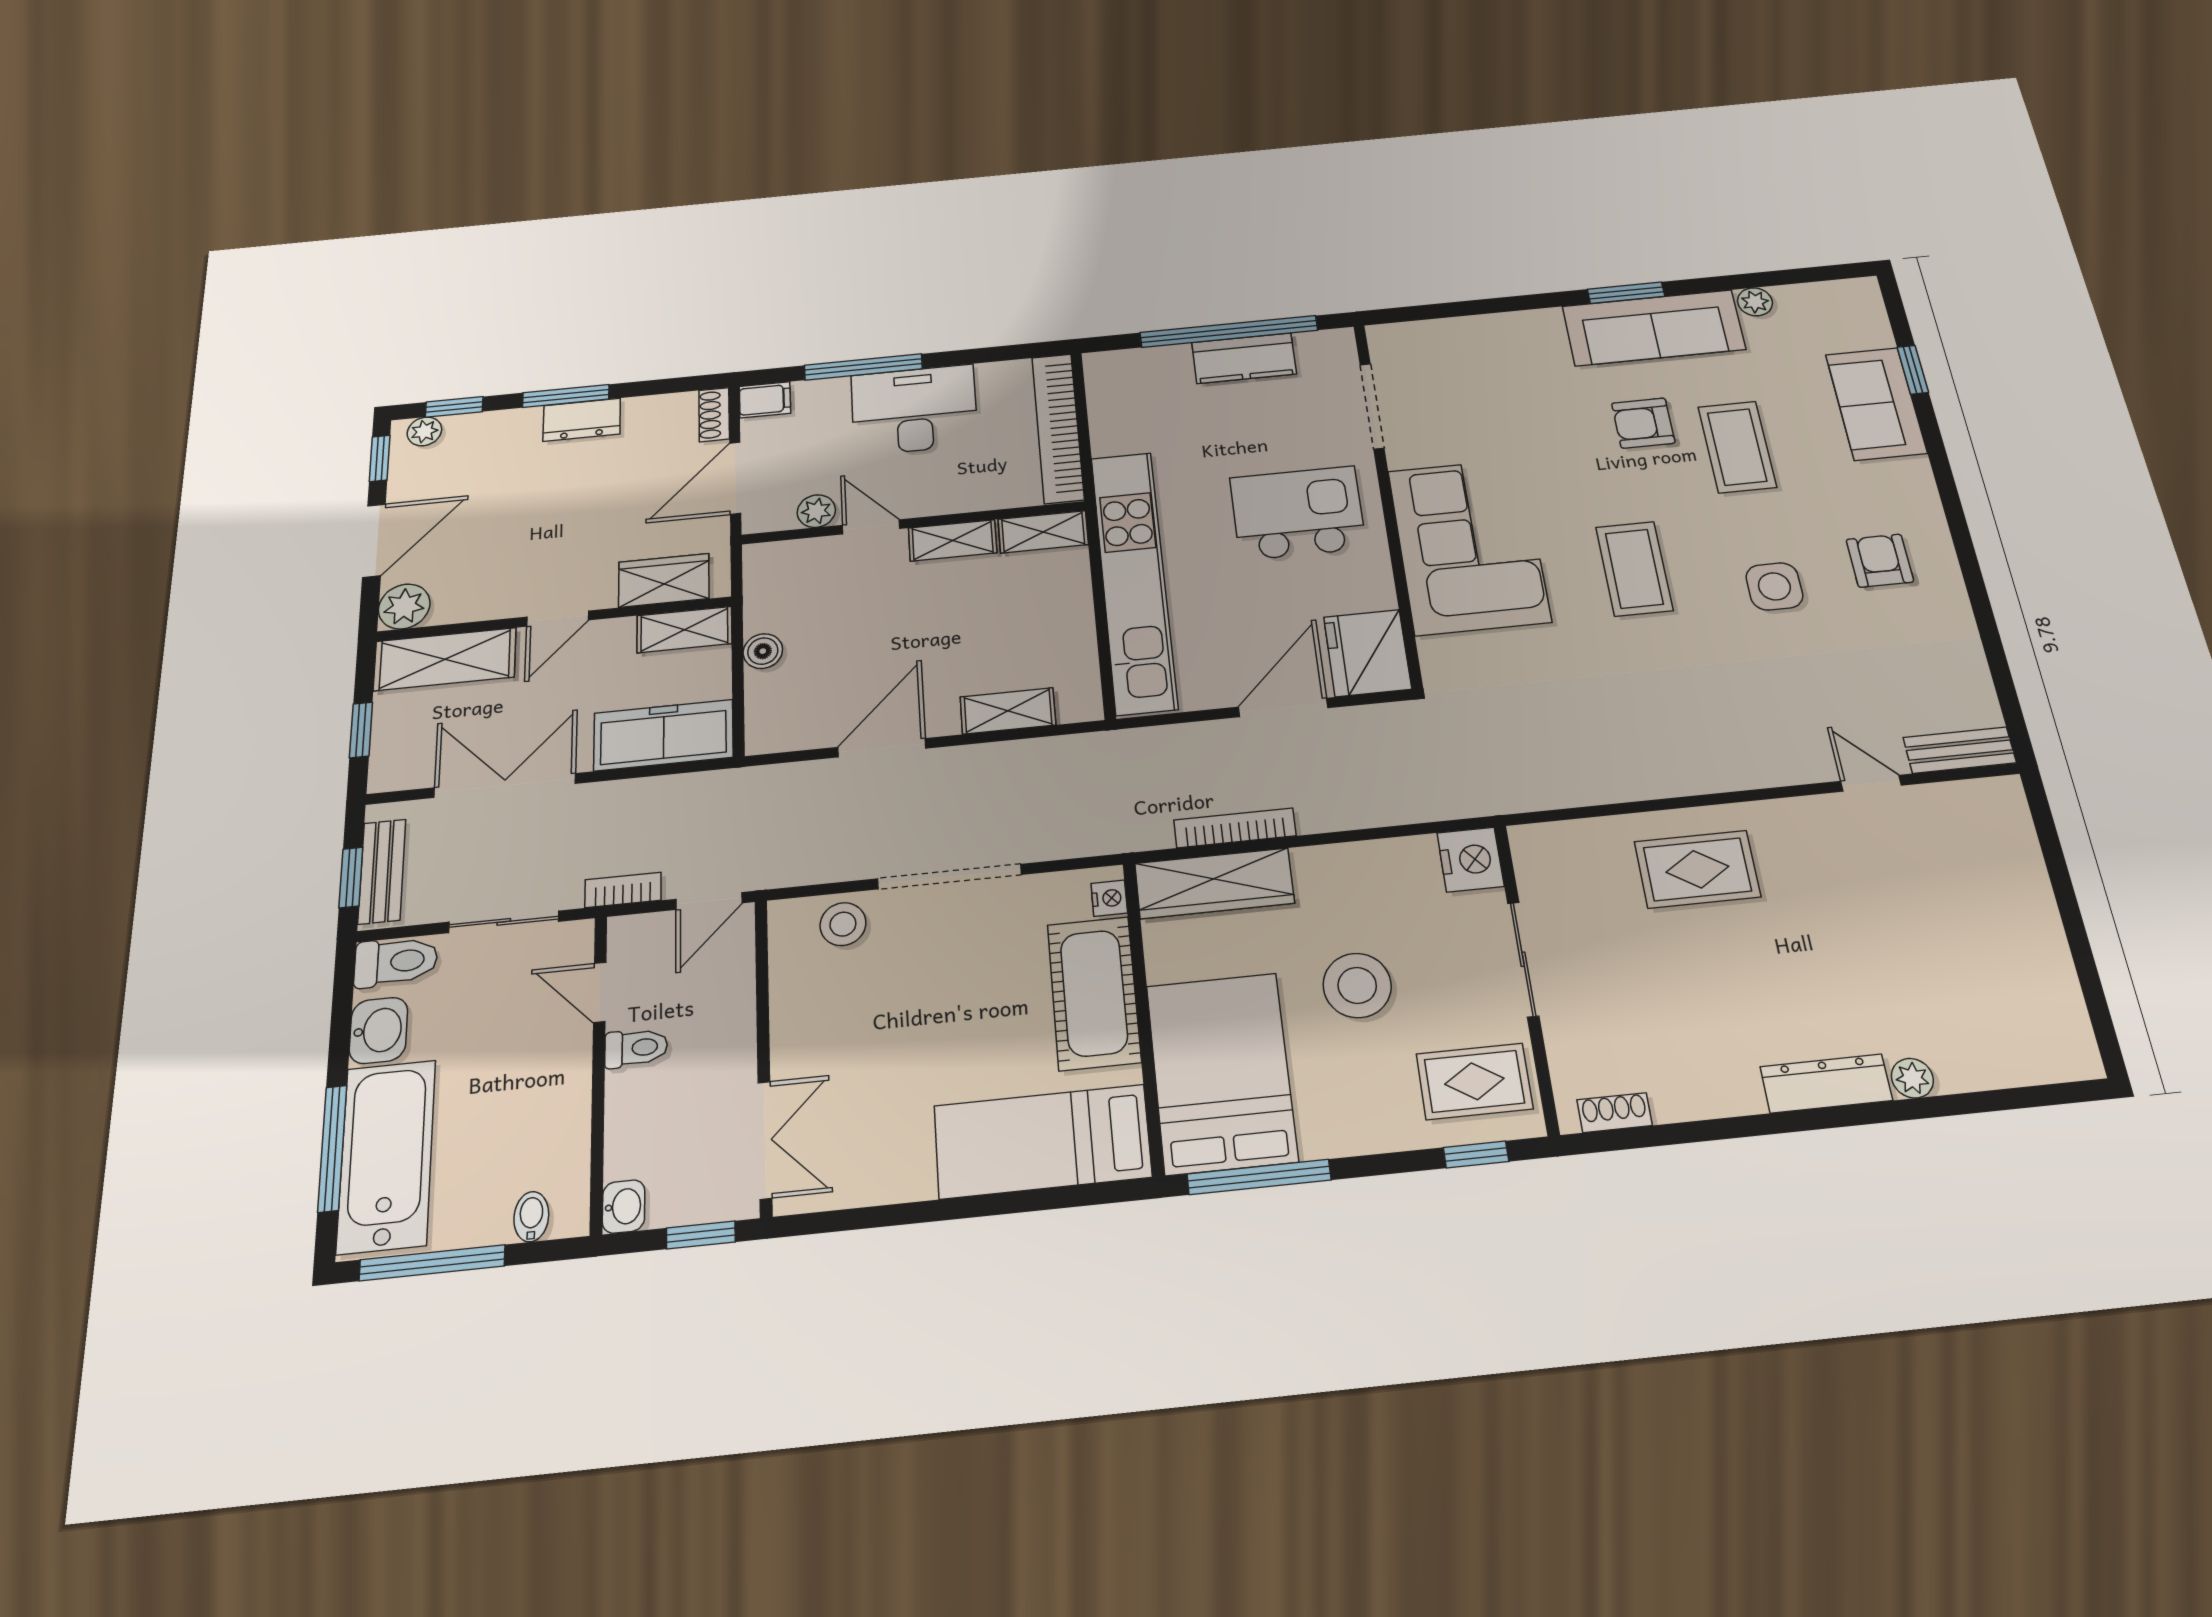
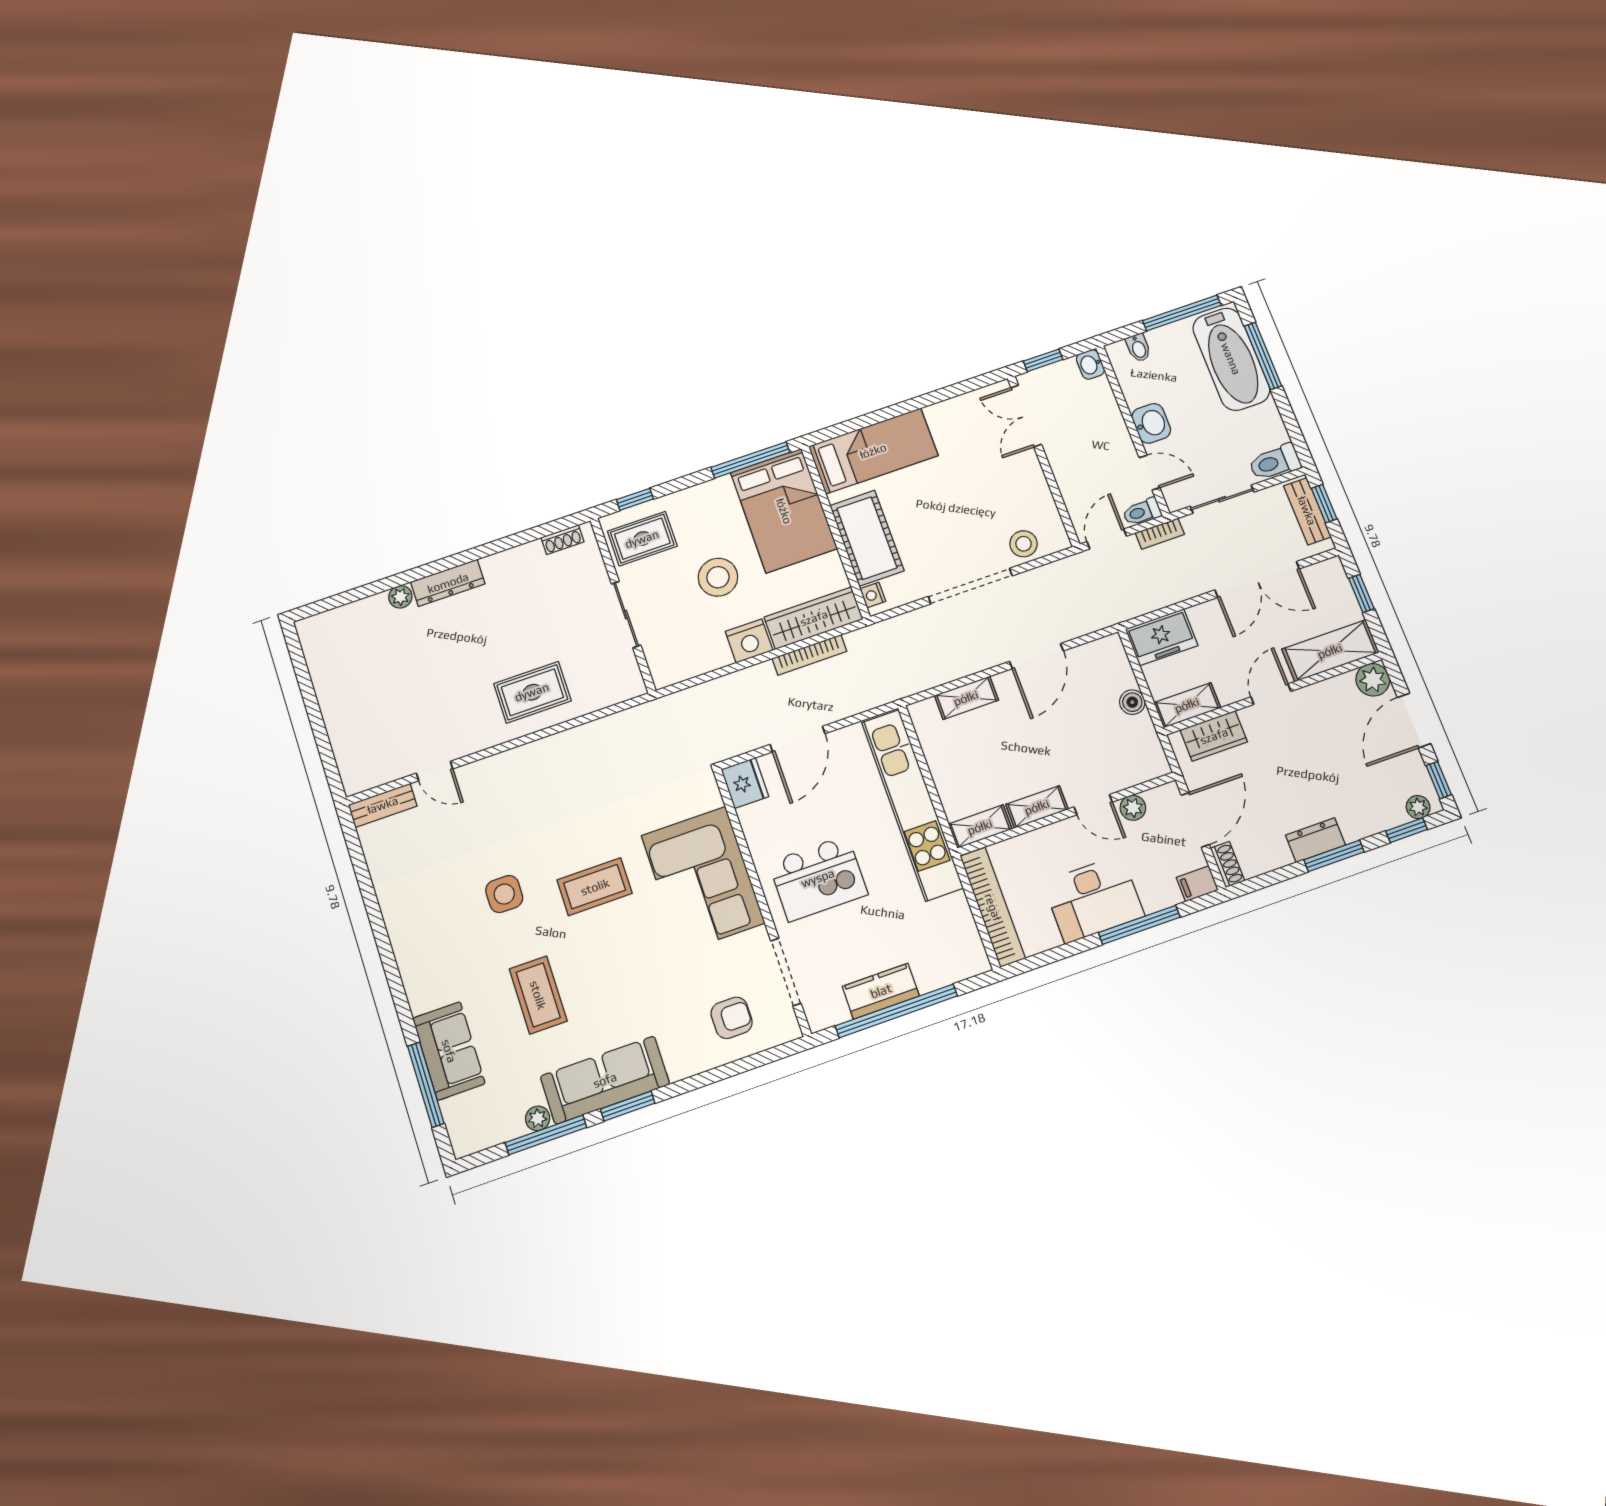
window: (1745, 281) -> (546, 1135), added
window: (1913, 370) -> (426, 1085), width x2.17
armchair: (1643, 423) -> (732, 1018), moved
armchair: (1880, 561) -> (439, 928), removed
coffee table: (1634, 569) -> (595, 887), turned 90
fridge: (1367, 653) -> (745, 783), width x0.73, depth x0.75
freezer: (663, 735) -> (1162, 637), width x0.71
nightstand: (1470, 860) -> (749, 641), moved, turned -90
washbasin: (378, 1030) -> (1151, 423), moved, turned 180
toilet: (636, 1048) -> (1142, 512), moved

